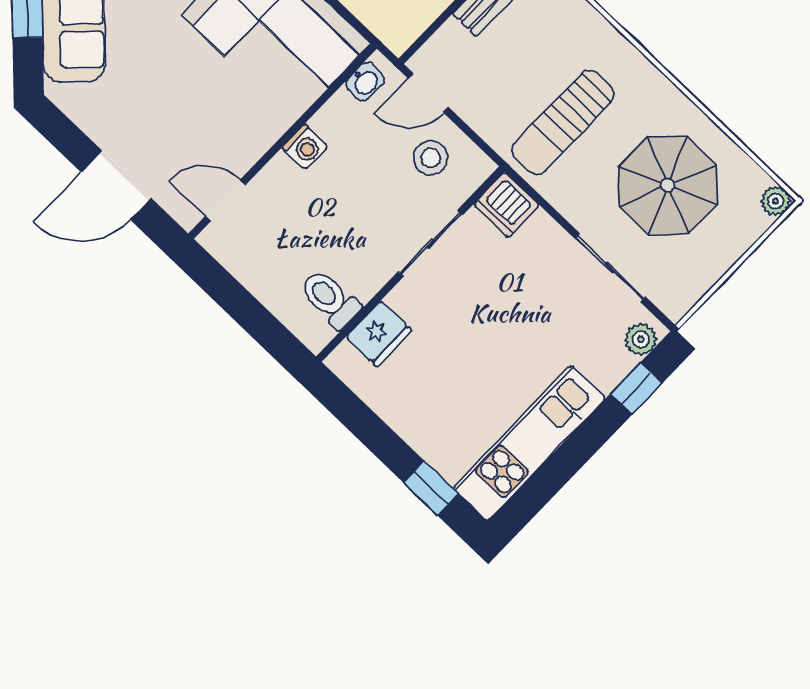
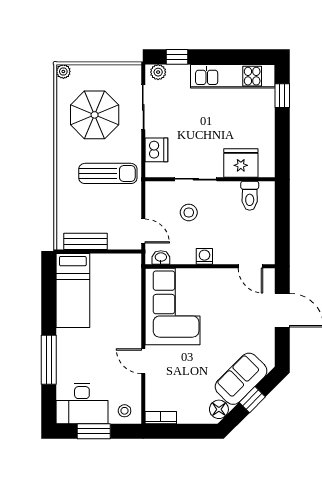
stool: (431, 158) -> (189, 212), moved
dishwasher: (506, 205) -> (156, 150), moved
fridge: (379, 334) -> (241, 163), width x1.36, depth x1.34

